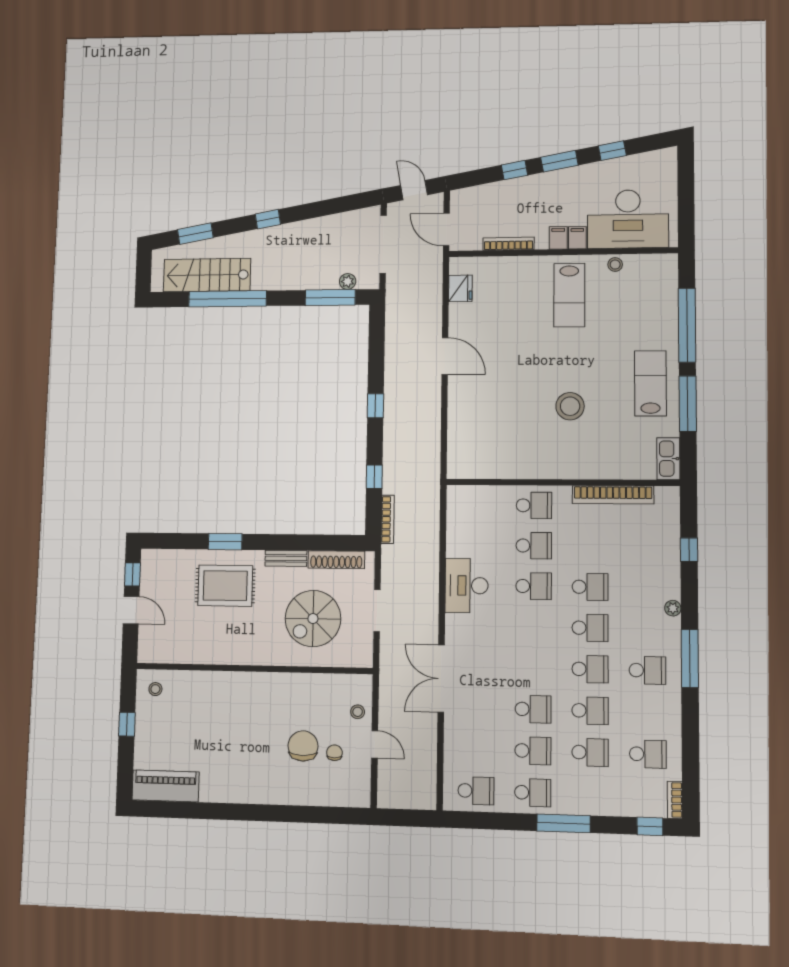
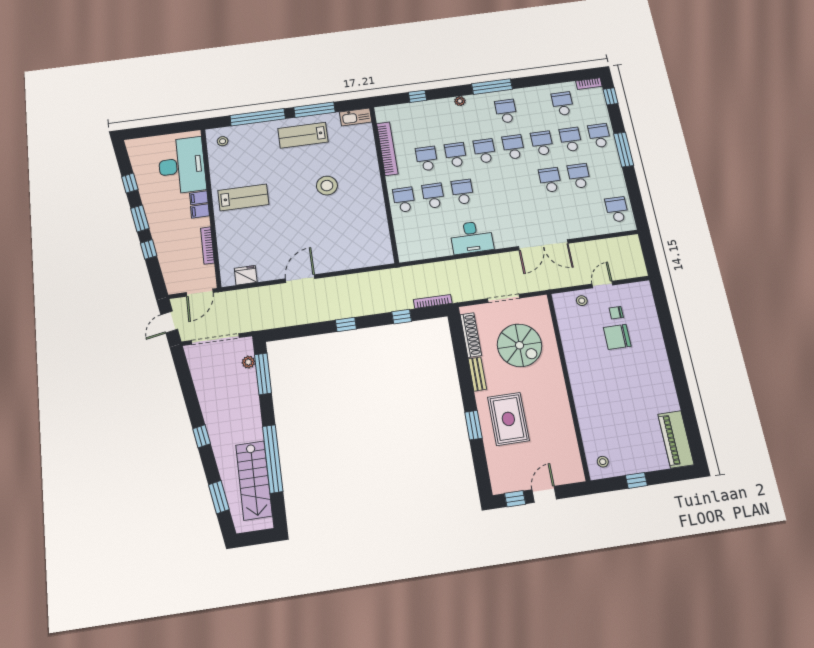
stool: (615, 265) -> (223, 141), moved
school desk: (590, 546) -> (427, 159), added
school desk: (533, 793) -> (599, 136), moved

